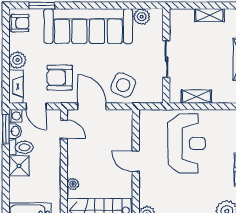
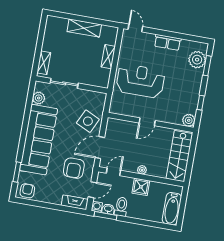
shelving: (210, 15) -> (44, 63), moved
sliding door: (166, 59) -> (64, 83), moved
plant: (17, 60) -> (55, 198), removed
shelving: (196, 97) -> (108, 57), moved
shower: (19, 166) -> (141, 187), moved
plant: (73, 184) -> (142, 170), moved

